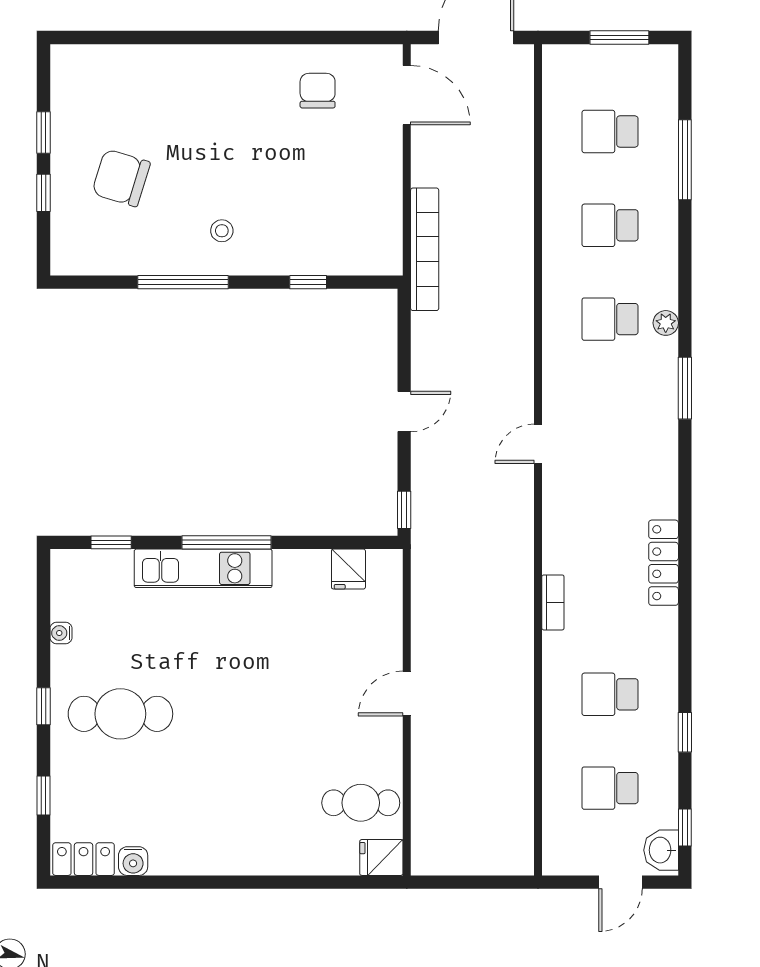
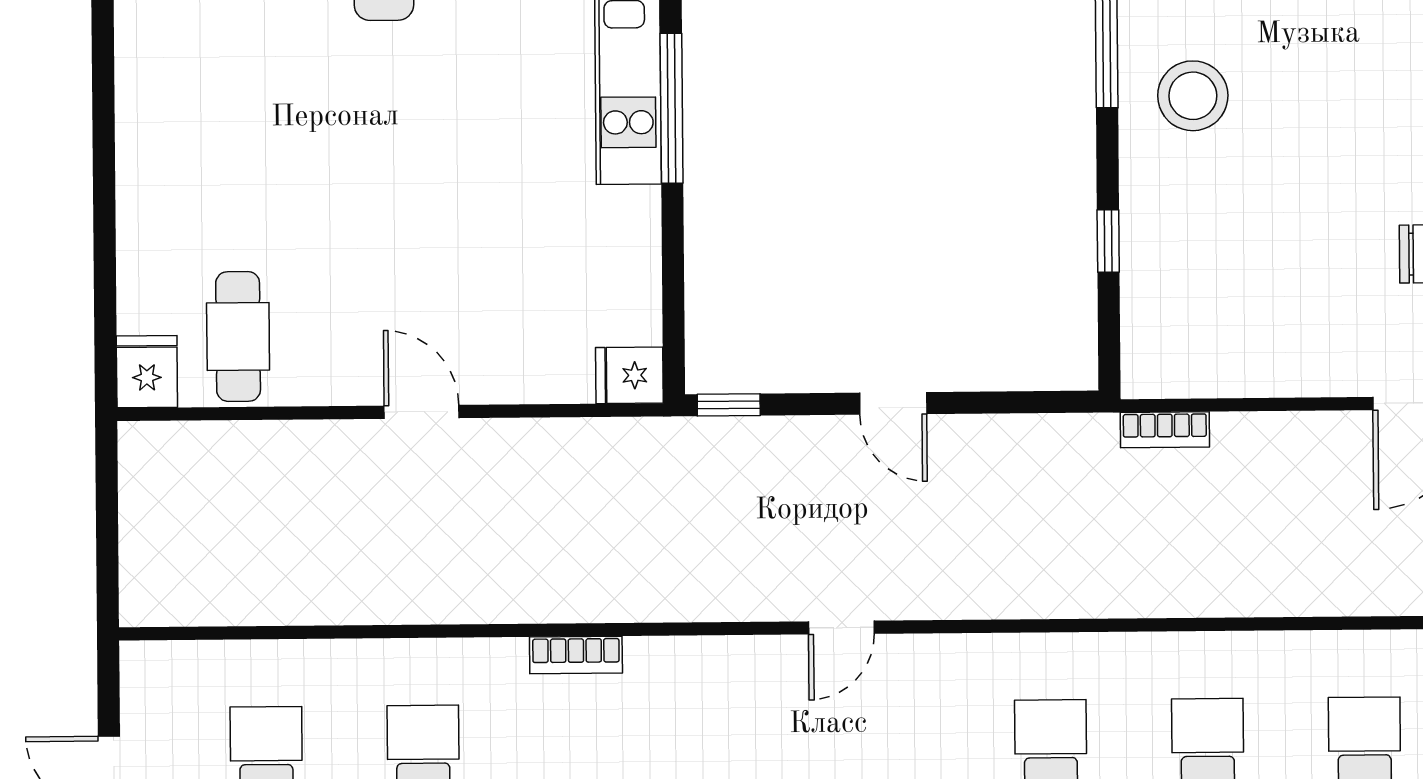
stool: (222, 231) -> (1193, 96), width x1.89, depth x1.89
bookcase: (425, 249) -> (1165, 430), width x0.43, depth x0.76
door: (538, 444) -> (841, 628), swing flipped
fridge: (348, 569) -> (629, 375), moved

